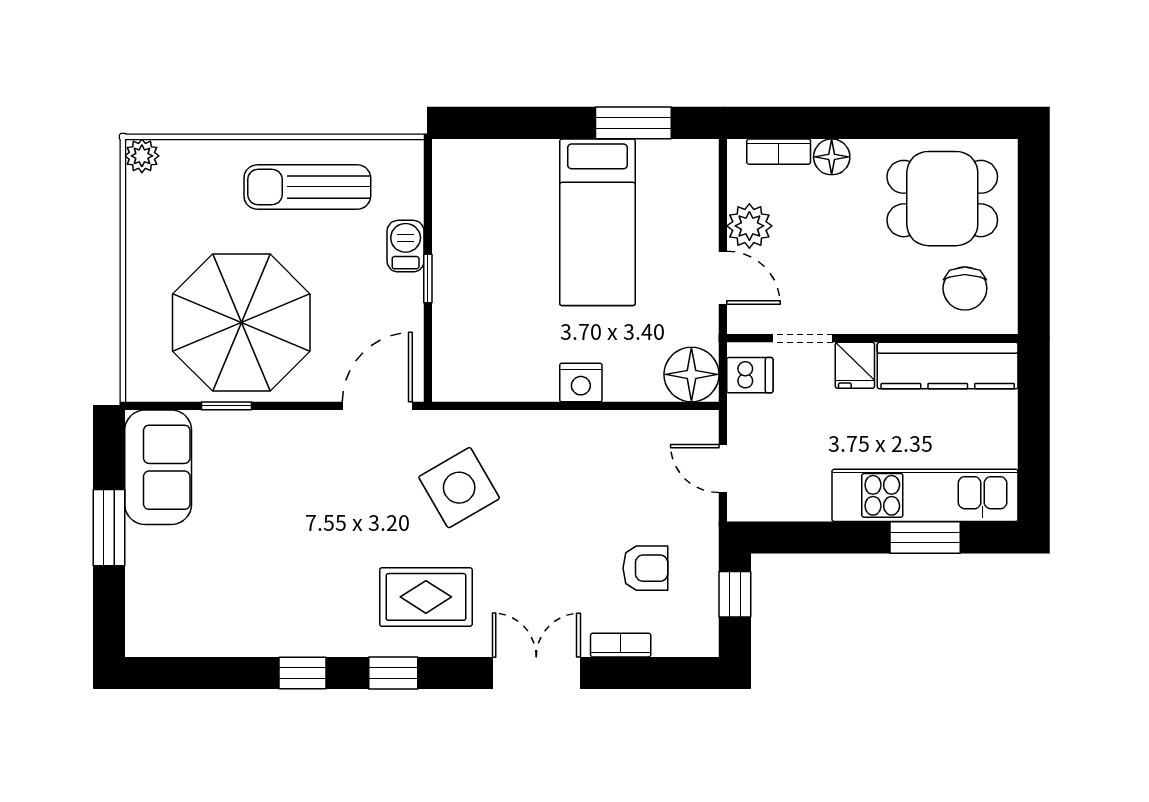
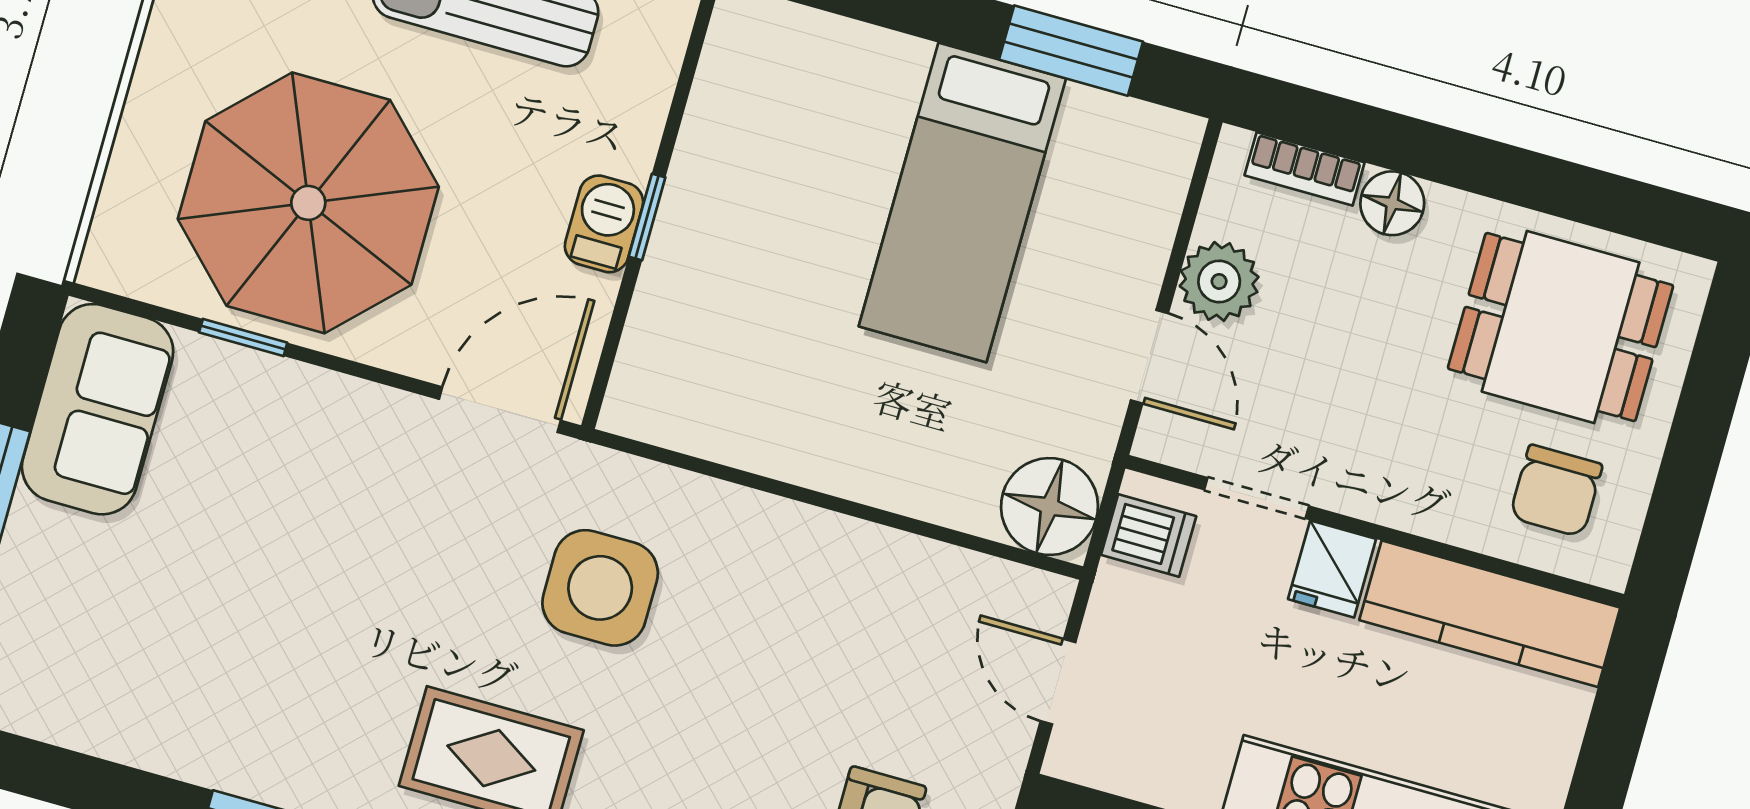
barbecue: (406, 246) -> (604, 224), moved
nightstand: (581, 383) -> (857, 467), removed
side table: (459, 488) -> (600, 588), turned 30

